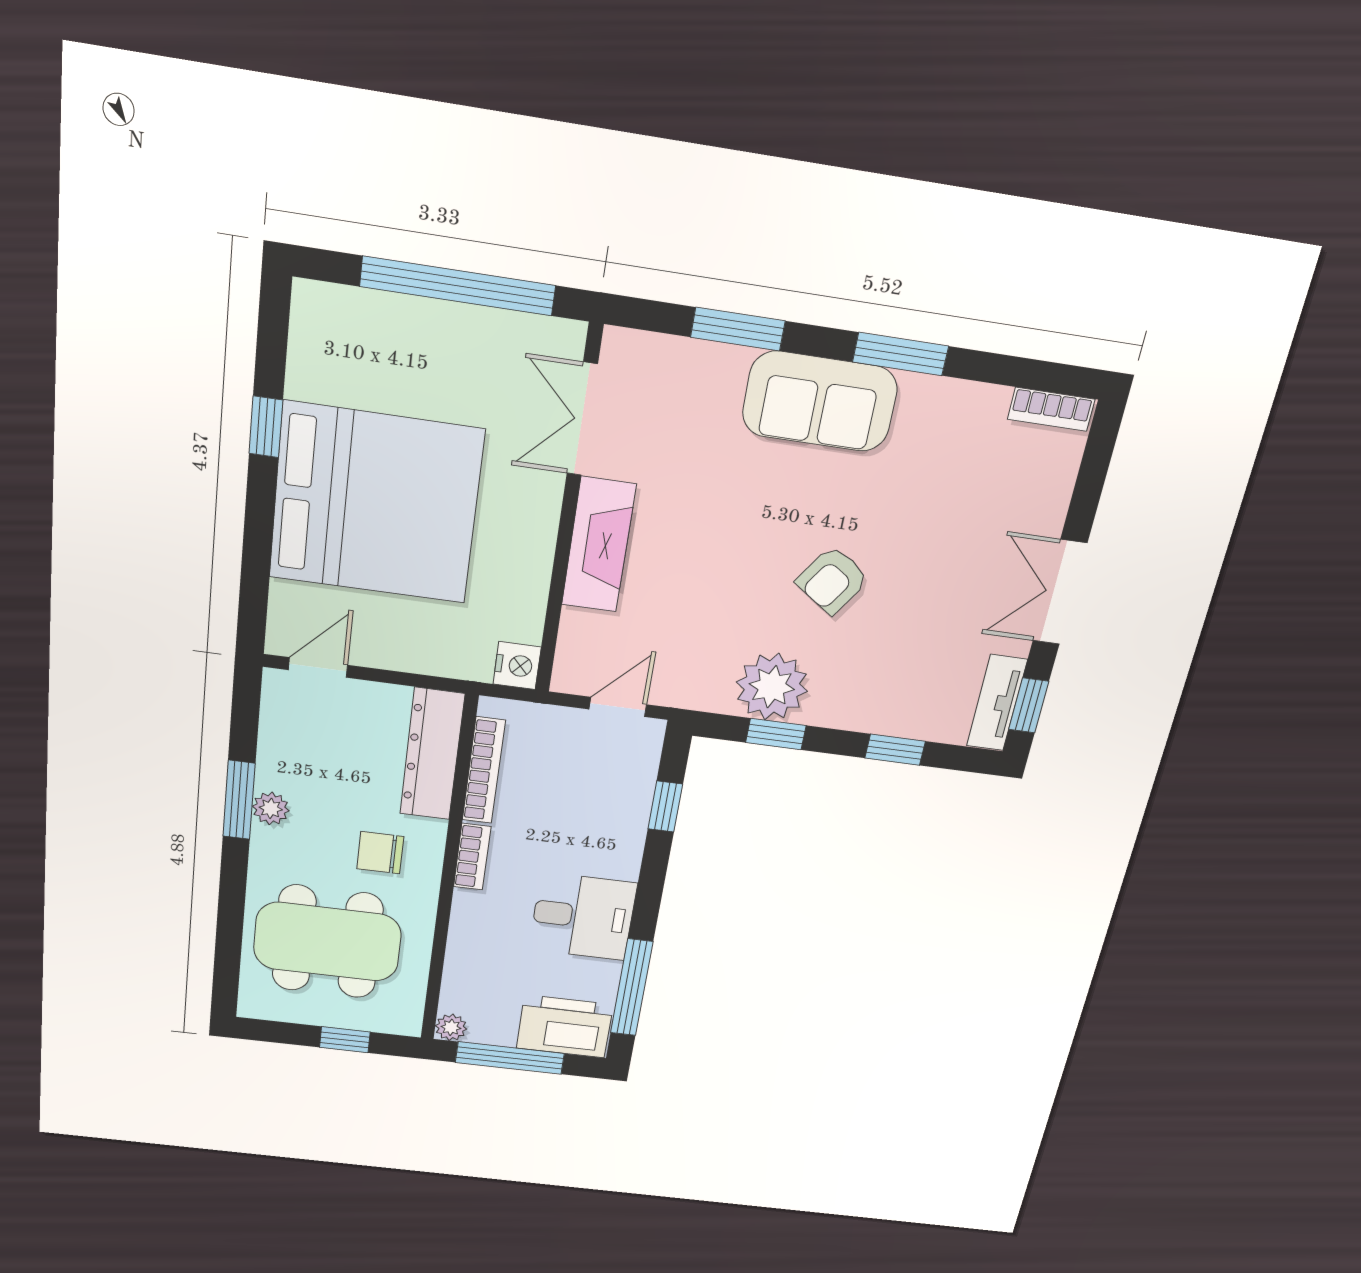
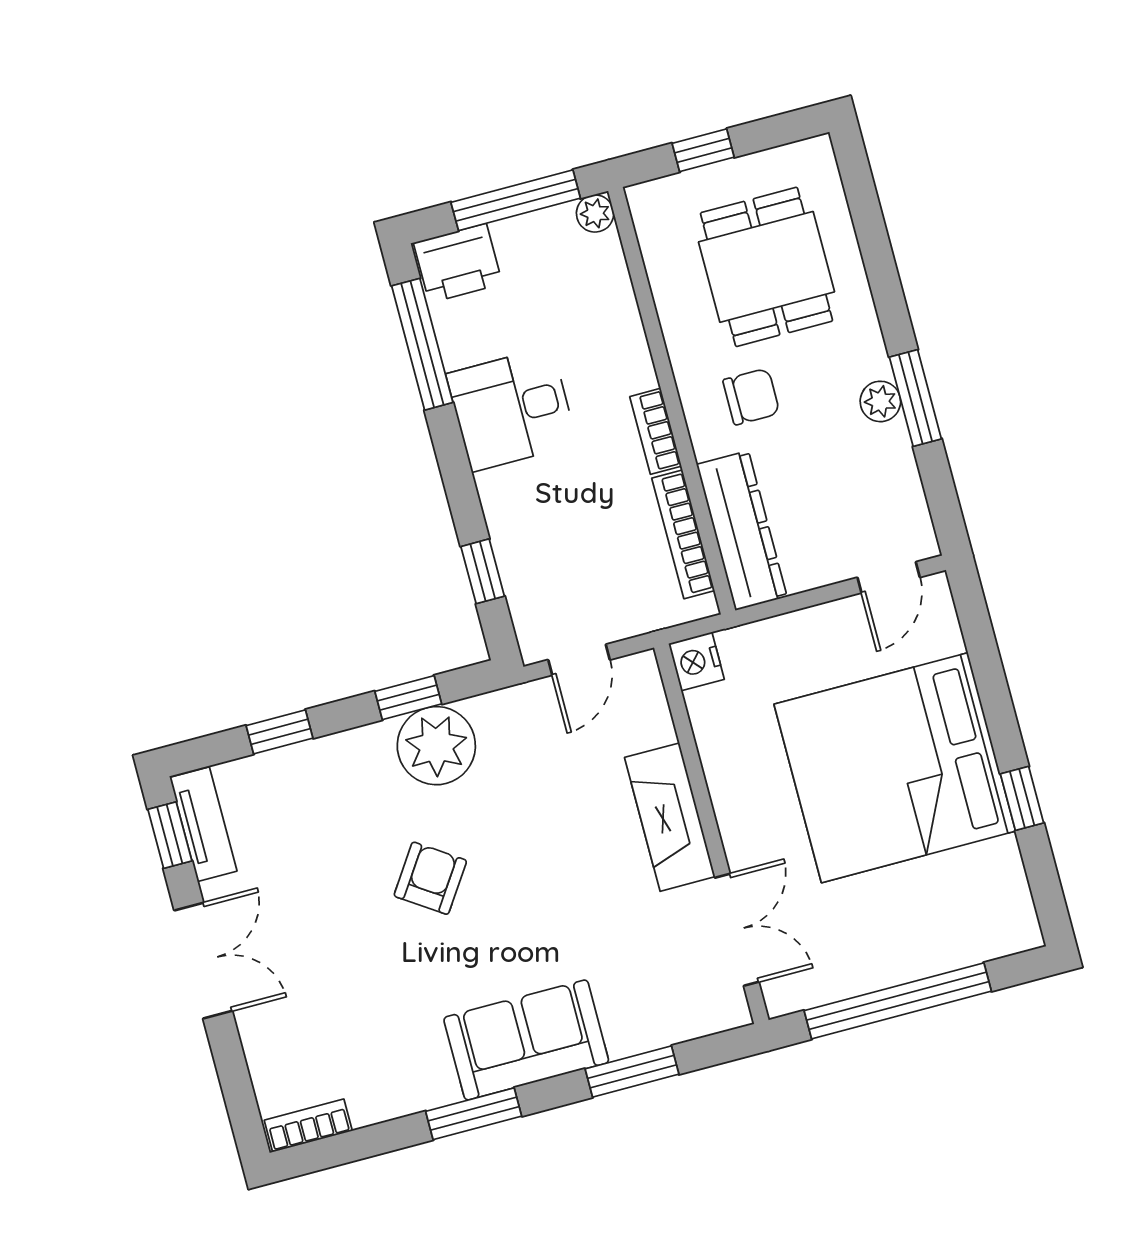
dining table: (327, 942) -> (766, 267), width x0.73
printer: (565, 1026) -> (458, 263), width x0.73, depth x0.84

